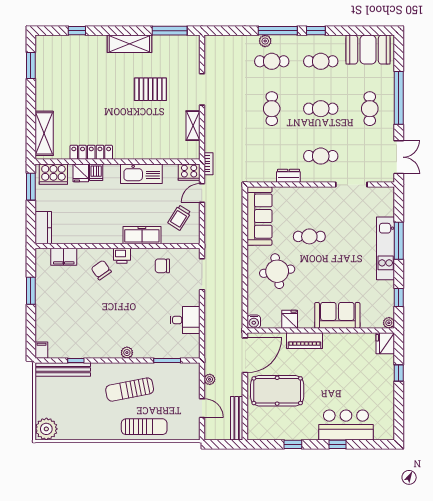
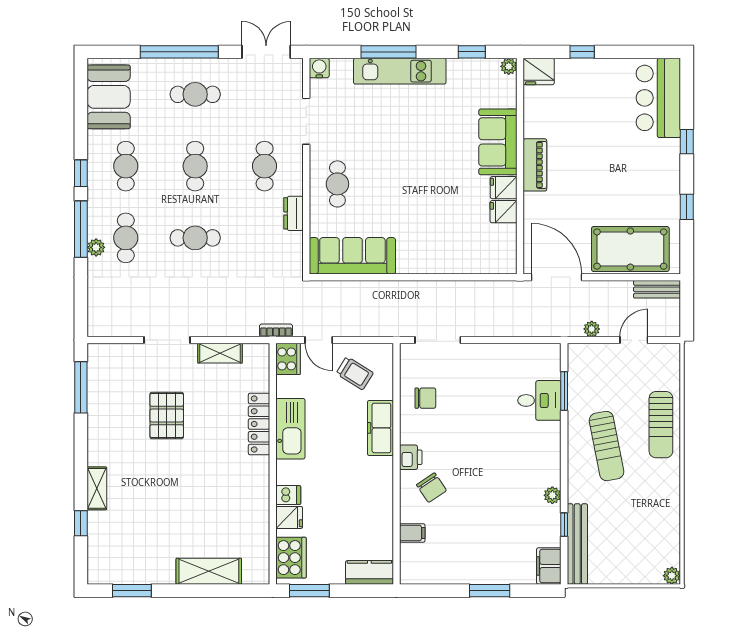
shelving: (129, 44) -> (97, 488), moved, width x0.67, depth x0.75
shelving: (44, 133) -> (209, 571), moved
locker: (91, 152) -> (259, 424), moved
cafe table: (309, 236) -> (337, 184), moved
filing cabinet: (64, 257) -> (412, 533), width x0.50
chair: (162, 266) -> (425, 398), turned -90
chair: (101, 270) -> (431, 488), turned -89
round table: (277, 271) -> (433, 230), removed
window: (31, 291) -> (490, 591), moved
fridge: (306, 319) -> (504, 188), added
desk: (185, 320) -> (539, 400), moved, turned 90
water cooler: (254, 322) -> (319, 68), moved, turned -90
piano: (305, 341) -> (535, 165), moved
filing cabinet: (41, 350) -> (549, 566), width x2.00
plant: (127, 353) -> (552, 495), moved
pool table: (277, 391) -> (630, 249), moved, turned 90
bench: (237, 418) -> (657, 289), width x0.73
bar counter: (346, 425) -> (658, 98), moved
sun lounger: (144, 427) -> (661, 425), turned 180
plant: (46, 429) -> (672, 576), width x0.53, depth x0.53

